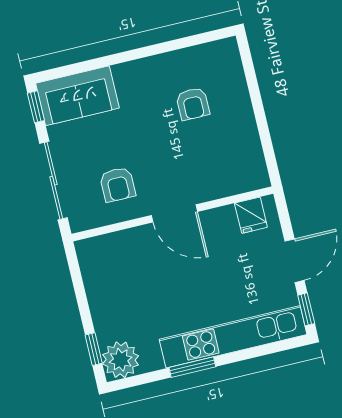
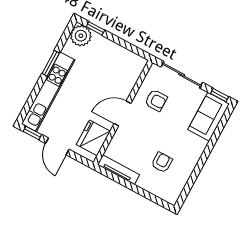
armchair: (193, 104) -> (162, 162), turned 90
tv unit: (253, 152) -> (118, 170), added
armchair: (118, 184) -> (156, 100), turned 180
fridge: (251, 215) -> (93, 138), width x1.88, depth x1.34

